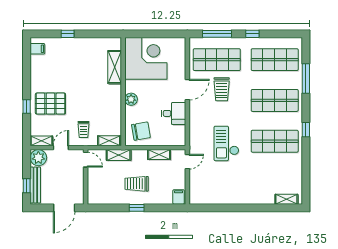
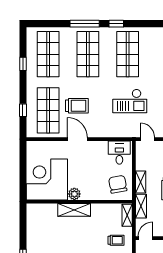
window: (217, 34) -> (23, 110), width x0.46
window: (252, 34) -> (23, 64), moved
shelving: (115, 67) -> (74, 210), moved
window: (306, 79) -> (85, 24), moved
plant: (131, 99) -> (74, 194), moved
desk: (174, 113) -> (119, 153), moved
shelving: (159, 155) -> (141, 182), moved

